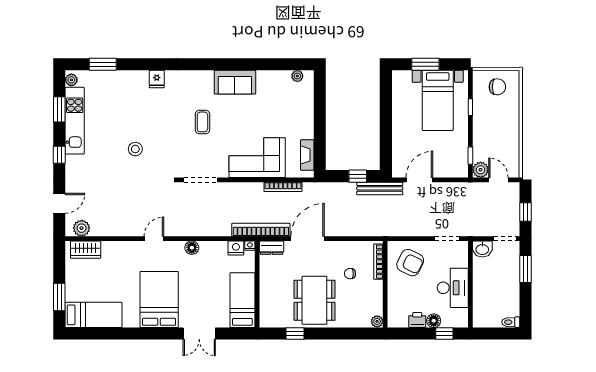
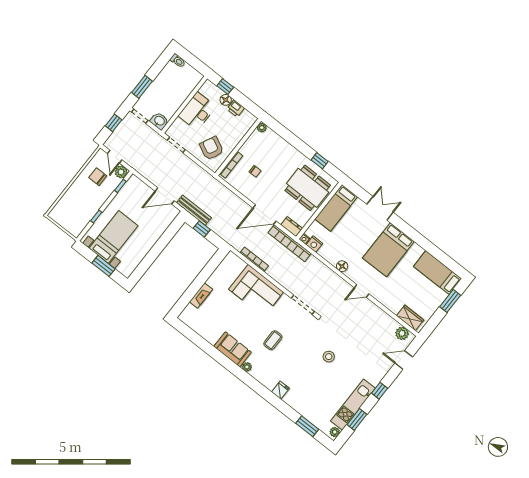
plant: (297, 76) -> (247, 367), moved
chair: (497, 87) -> (98, 177), moved
fireplace: (307, 155) -> (201, 296), moved
dining table: (314, 300) -> (308, 188), moved, turned 90

